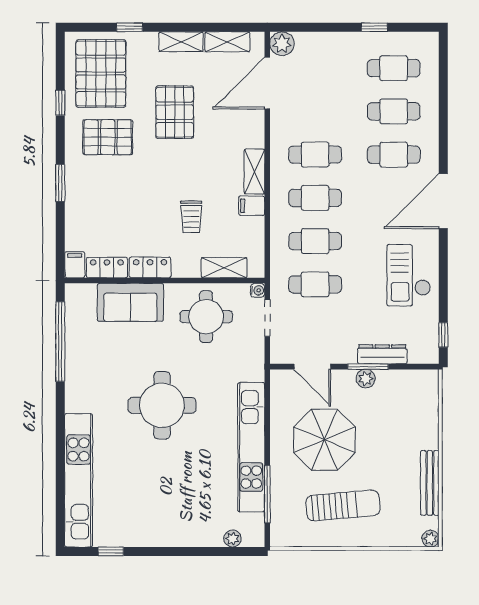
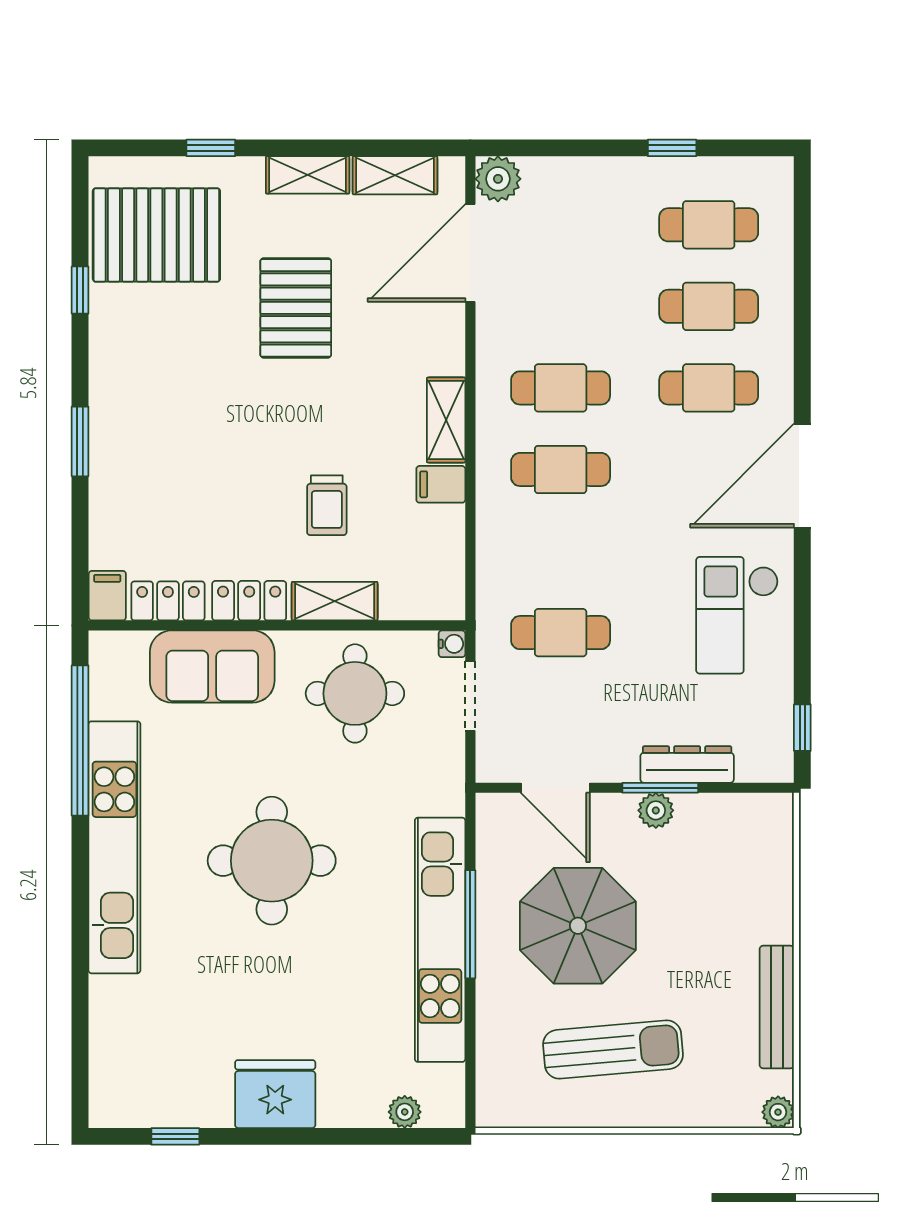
pallet: (101, 74) -> (156, 235), turned 90
pallet: (108, 137) -> (169, 355), removed
cafe table: (315, 241) -> (561, 551), removed
shelving: (224, 268) -> (335, 601), moved
kitchen unit: (79, 480) -> (114, 847), moved
window: (267, 494) -> (470, 924), moved
fridge: (164, 529) -> (275, 1094), added

